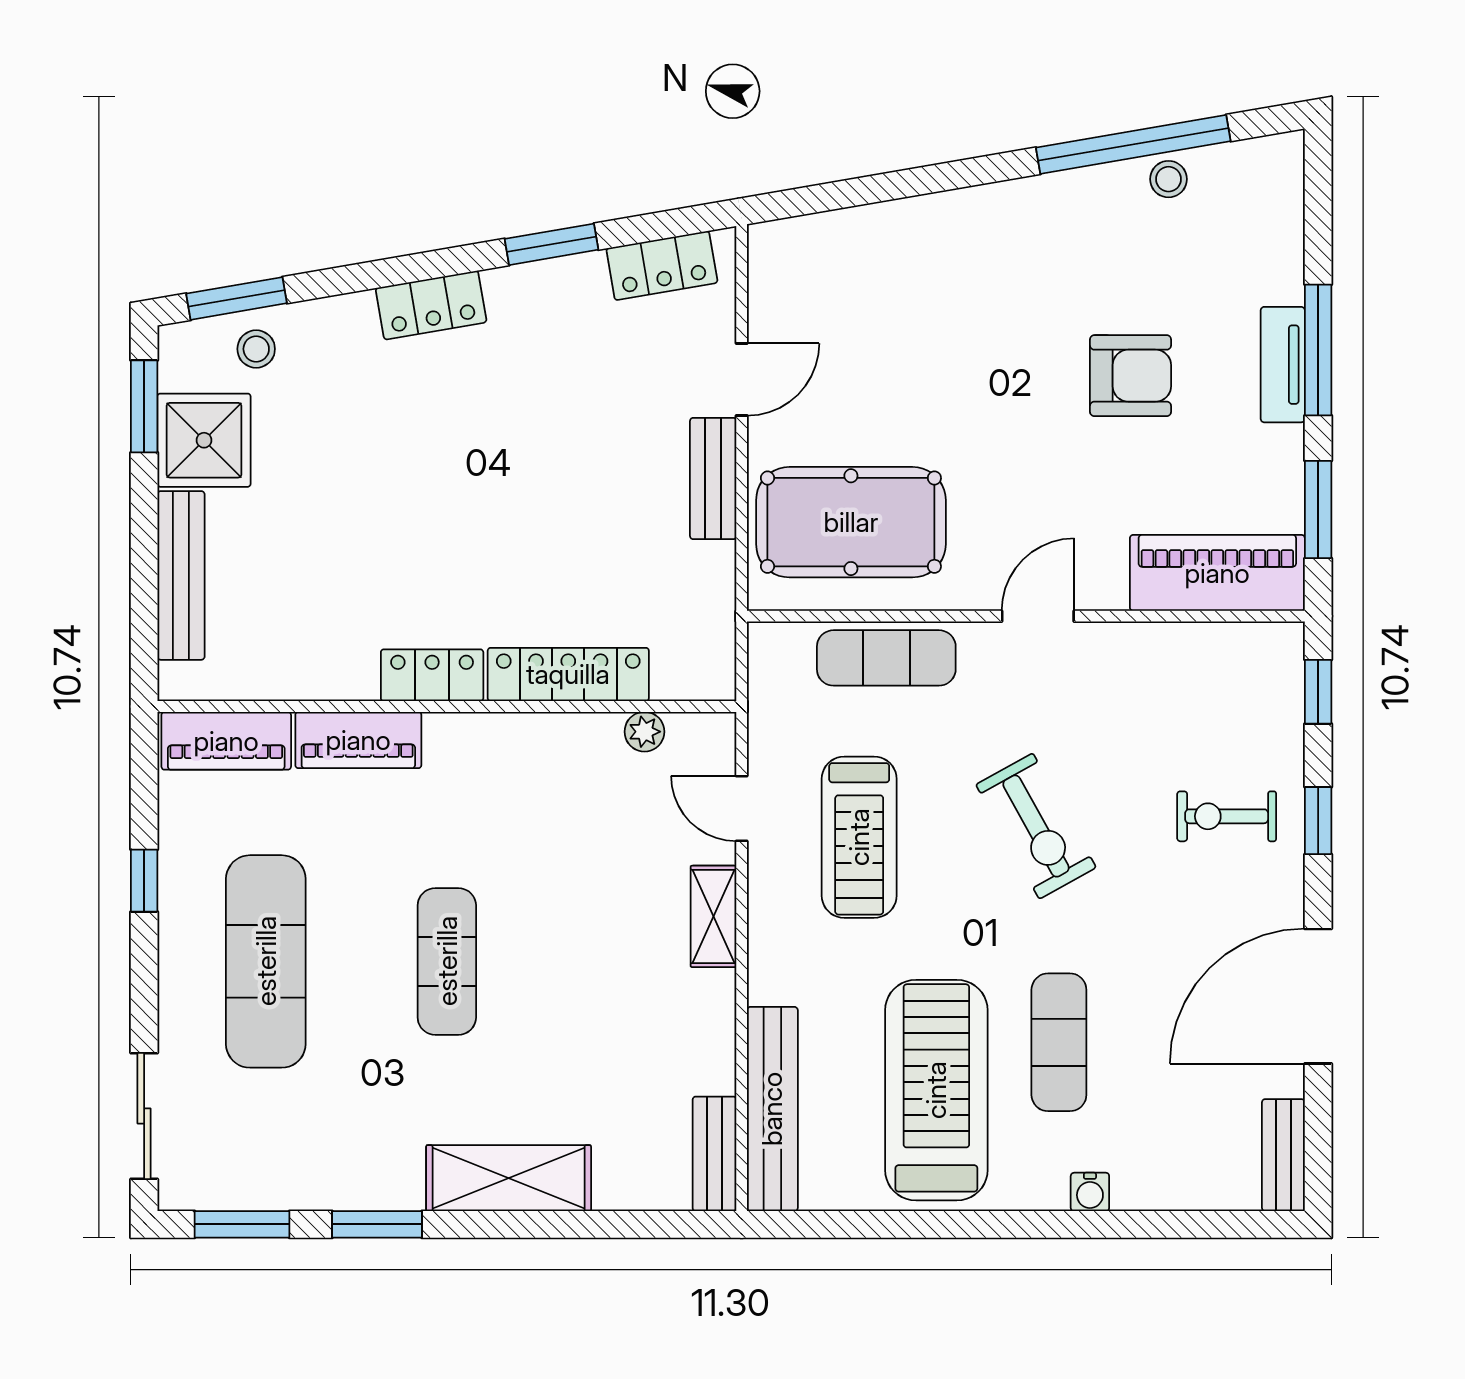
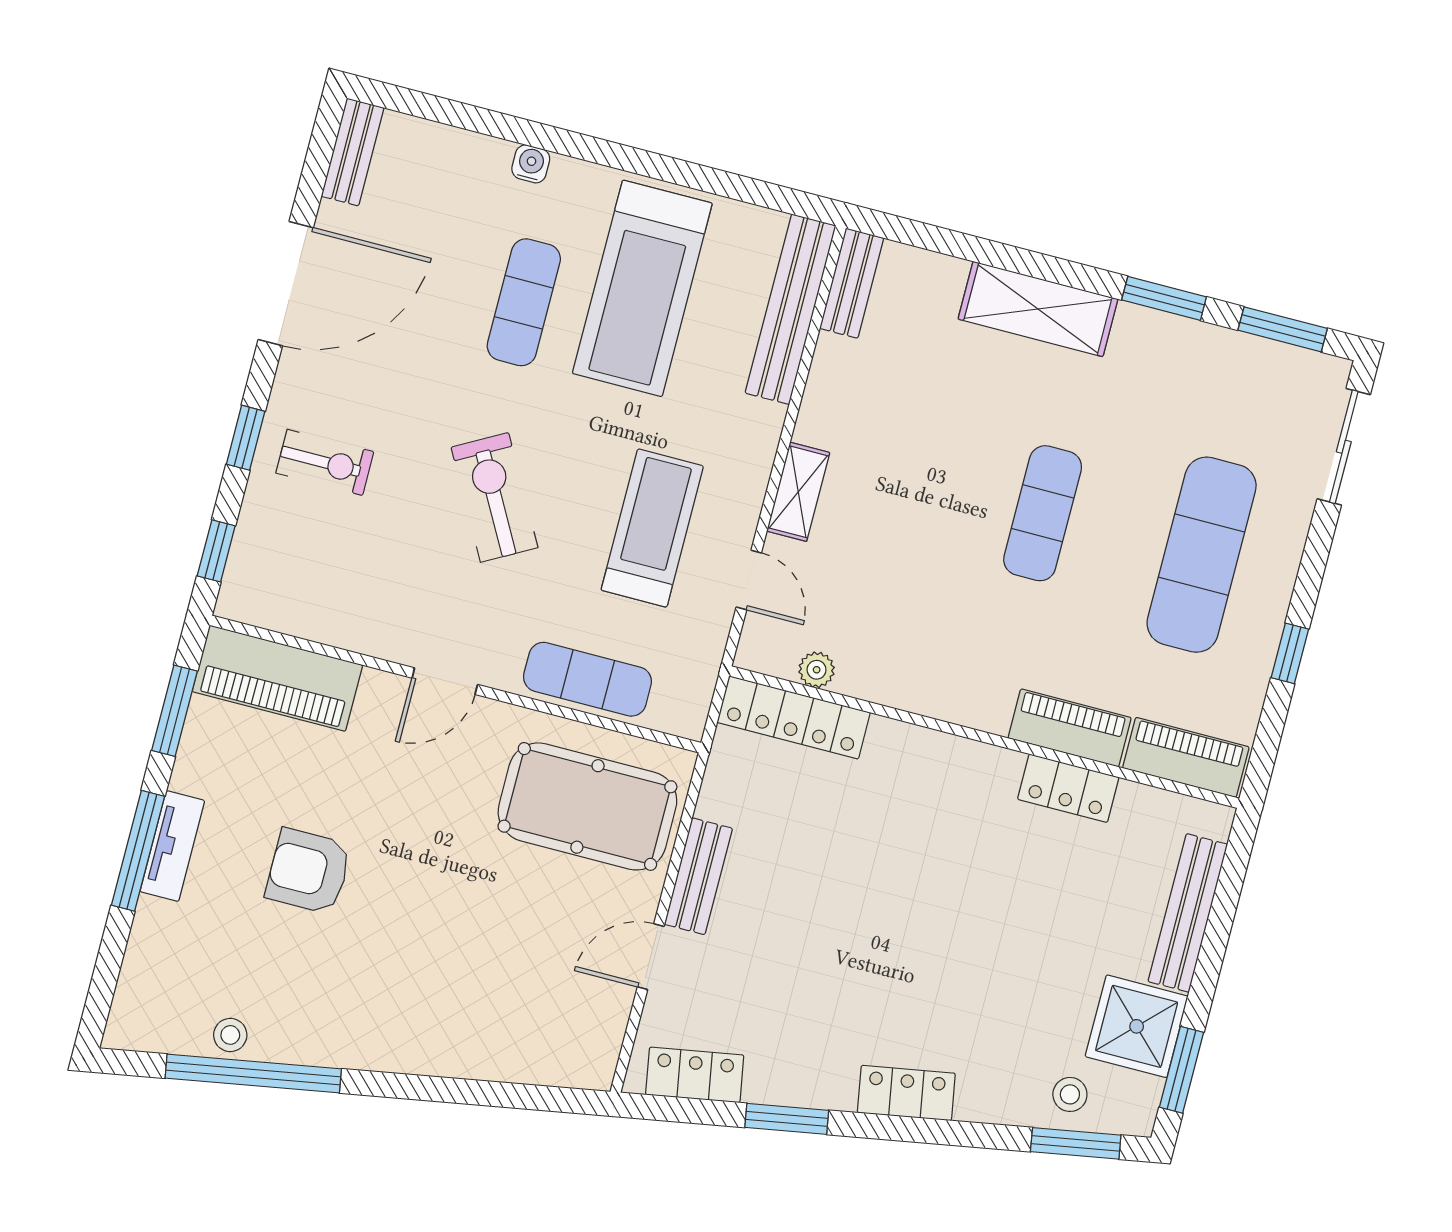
locker: (568, 674) -> (794, 717), moved
locker: (432, 675) -> (1068, 788), moved

